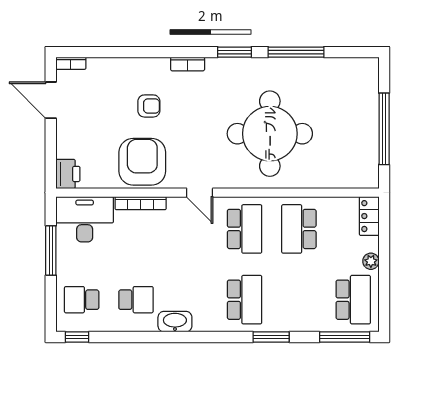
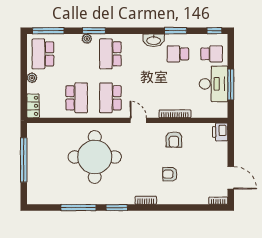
armchair: (142, 162) -> (174, 140), width x0.53, depth x0.53
desk: (85, 219) -> (214, 84), moved, turned -90
plant: (283, 324) -> (87, 39), added
window: (140, 337) -> (175, 31), added

